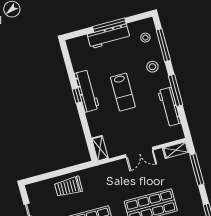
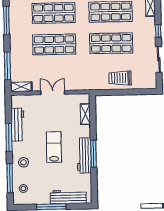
workbench: (109, 36) -> (68, 197), moved
window: (77, 96) -> (94, 154), width x2.17
shelving: (100, 148) -> (85, 114), moved
trolley: (68, 187) -> (120, 78), turned 180

